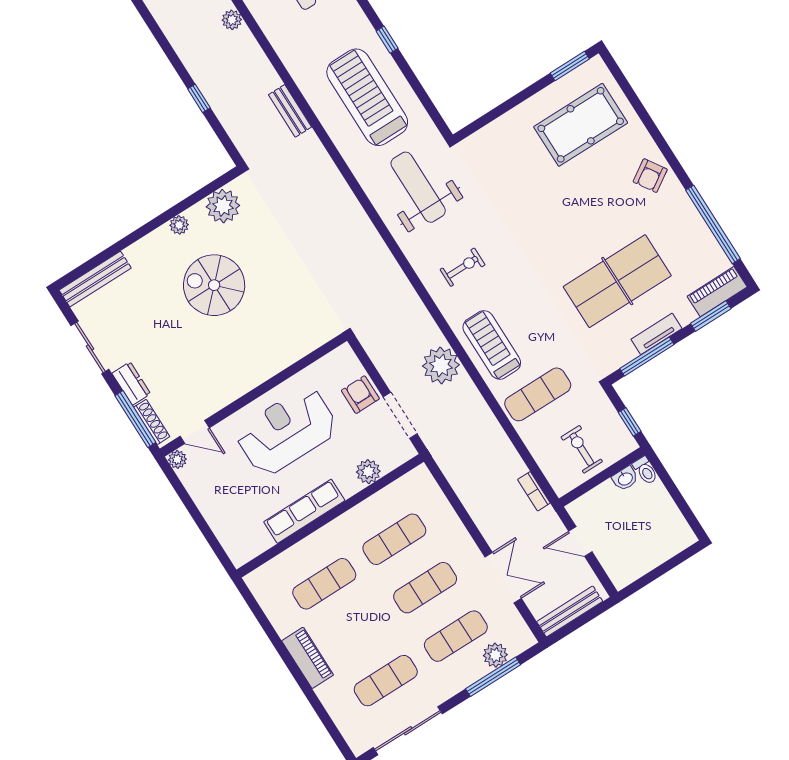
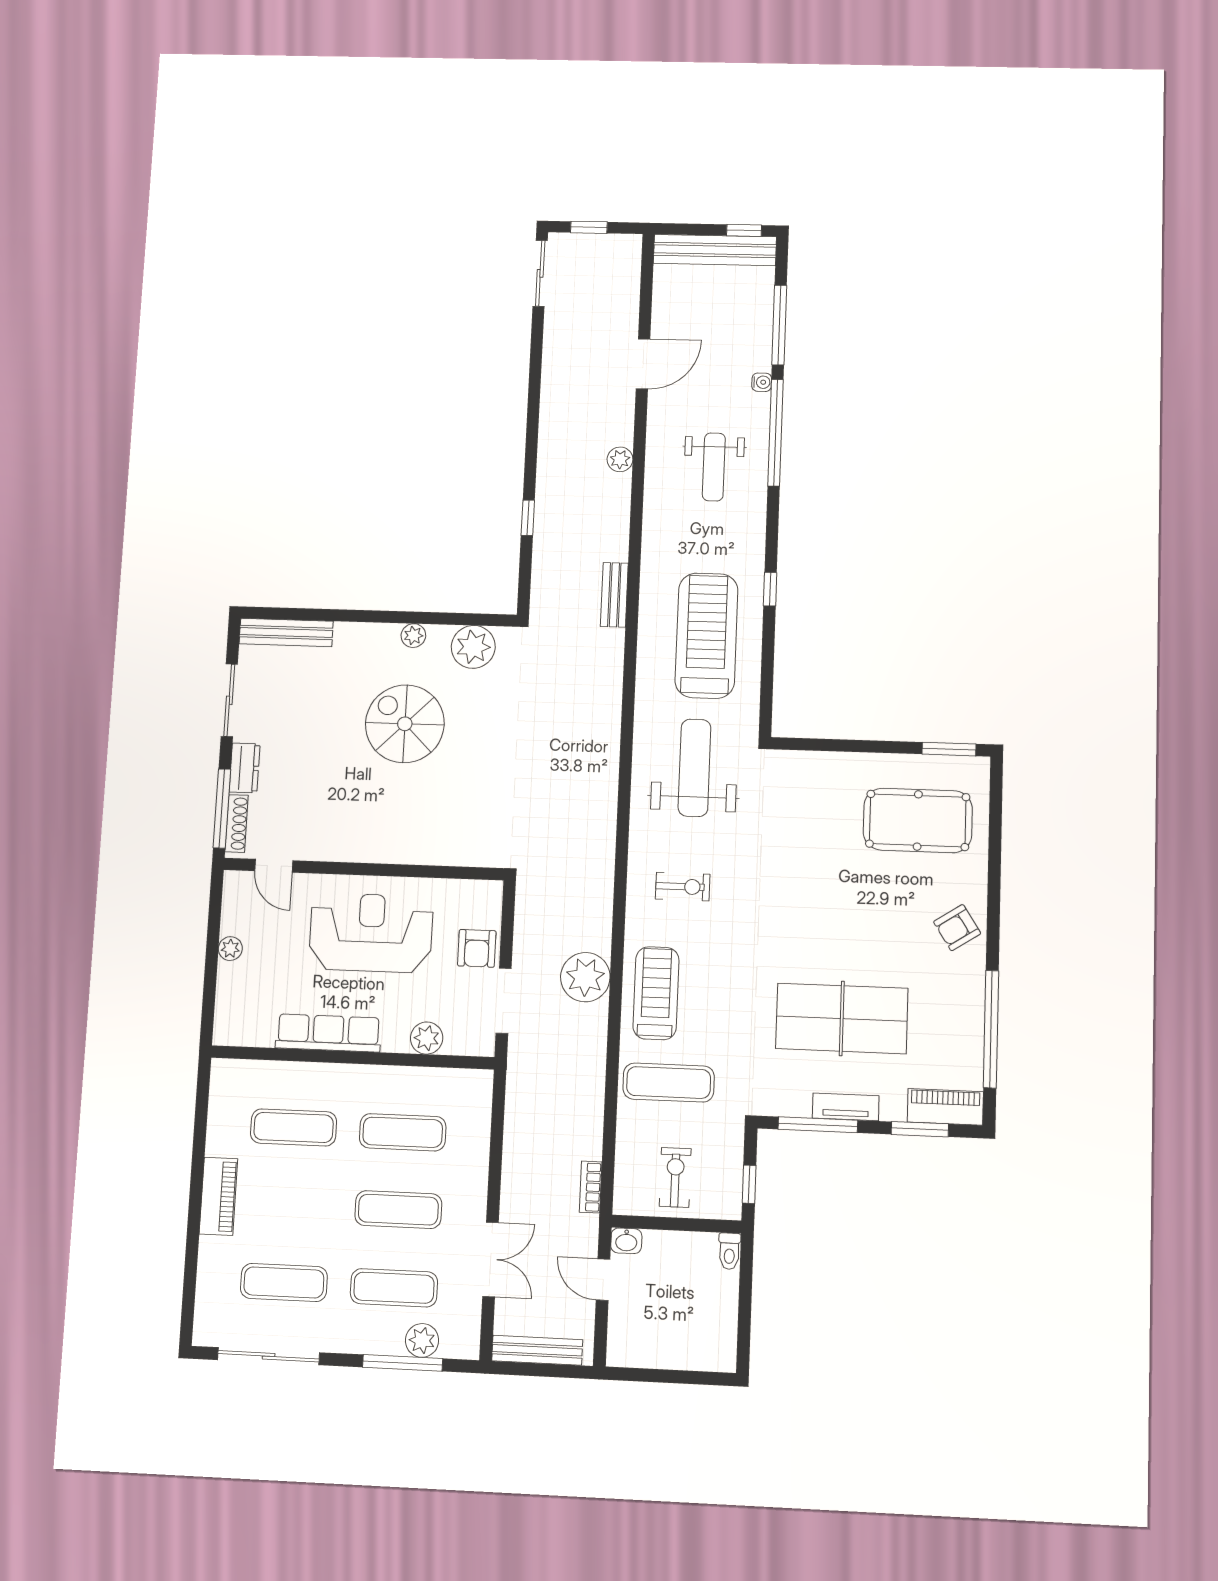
armchair: (360, 395) -> (477, 948), turned 180
plant: (177, 459) -> (230, 949), moved
washbasin: (625, 479) -> (626, 1241), moved

